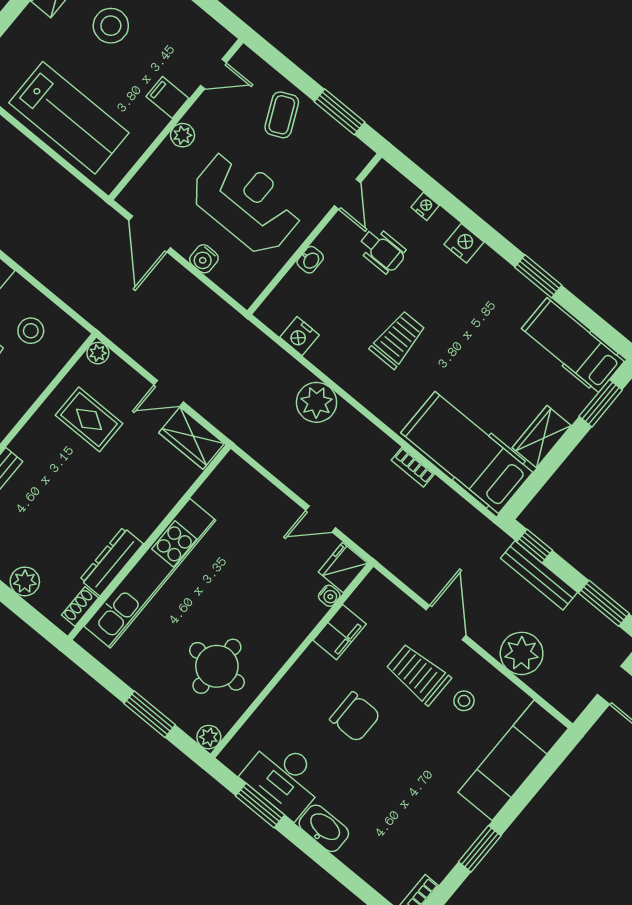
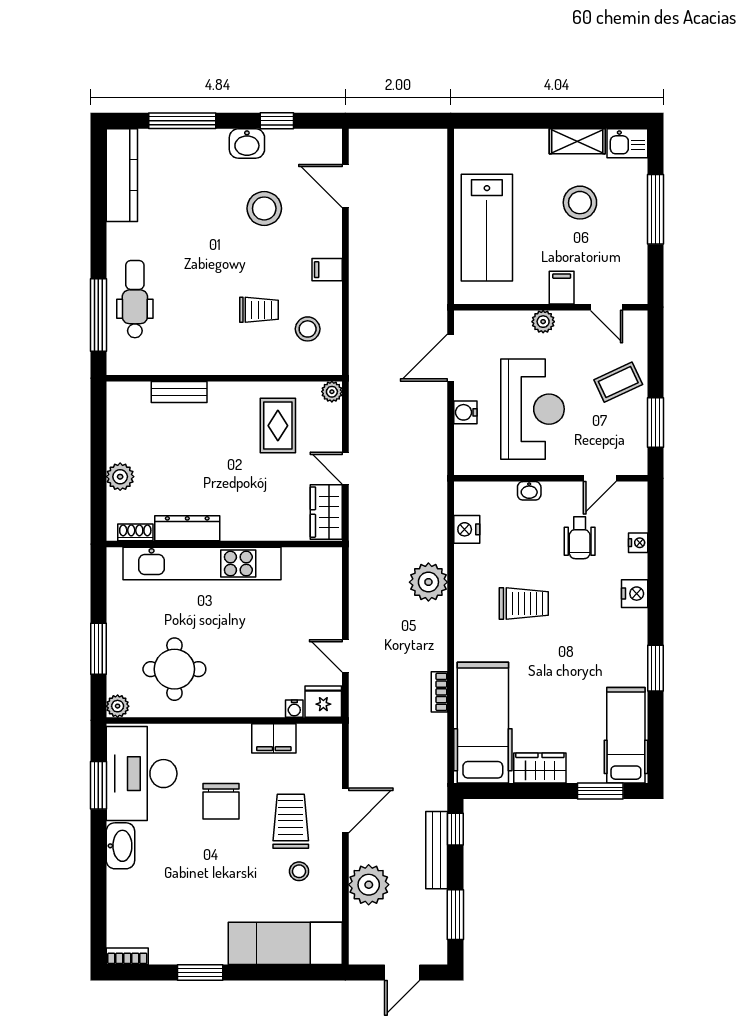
desk: (284, 778) -> (142, 774), width x1.36, depth x1.30

